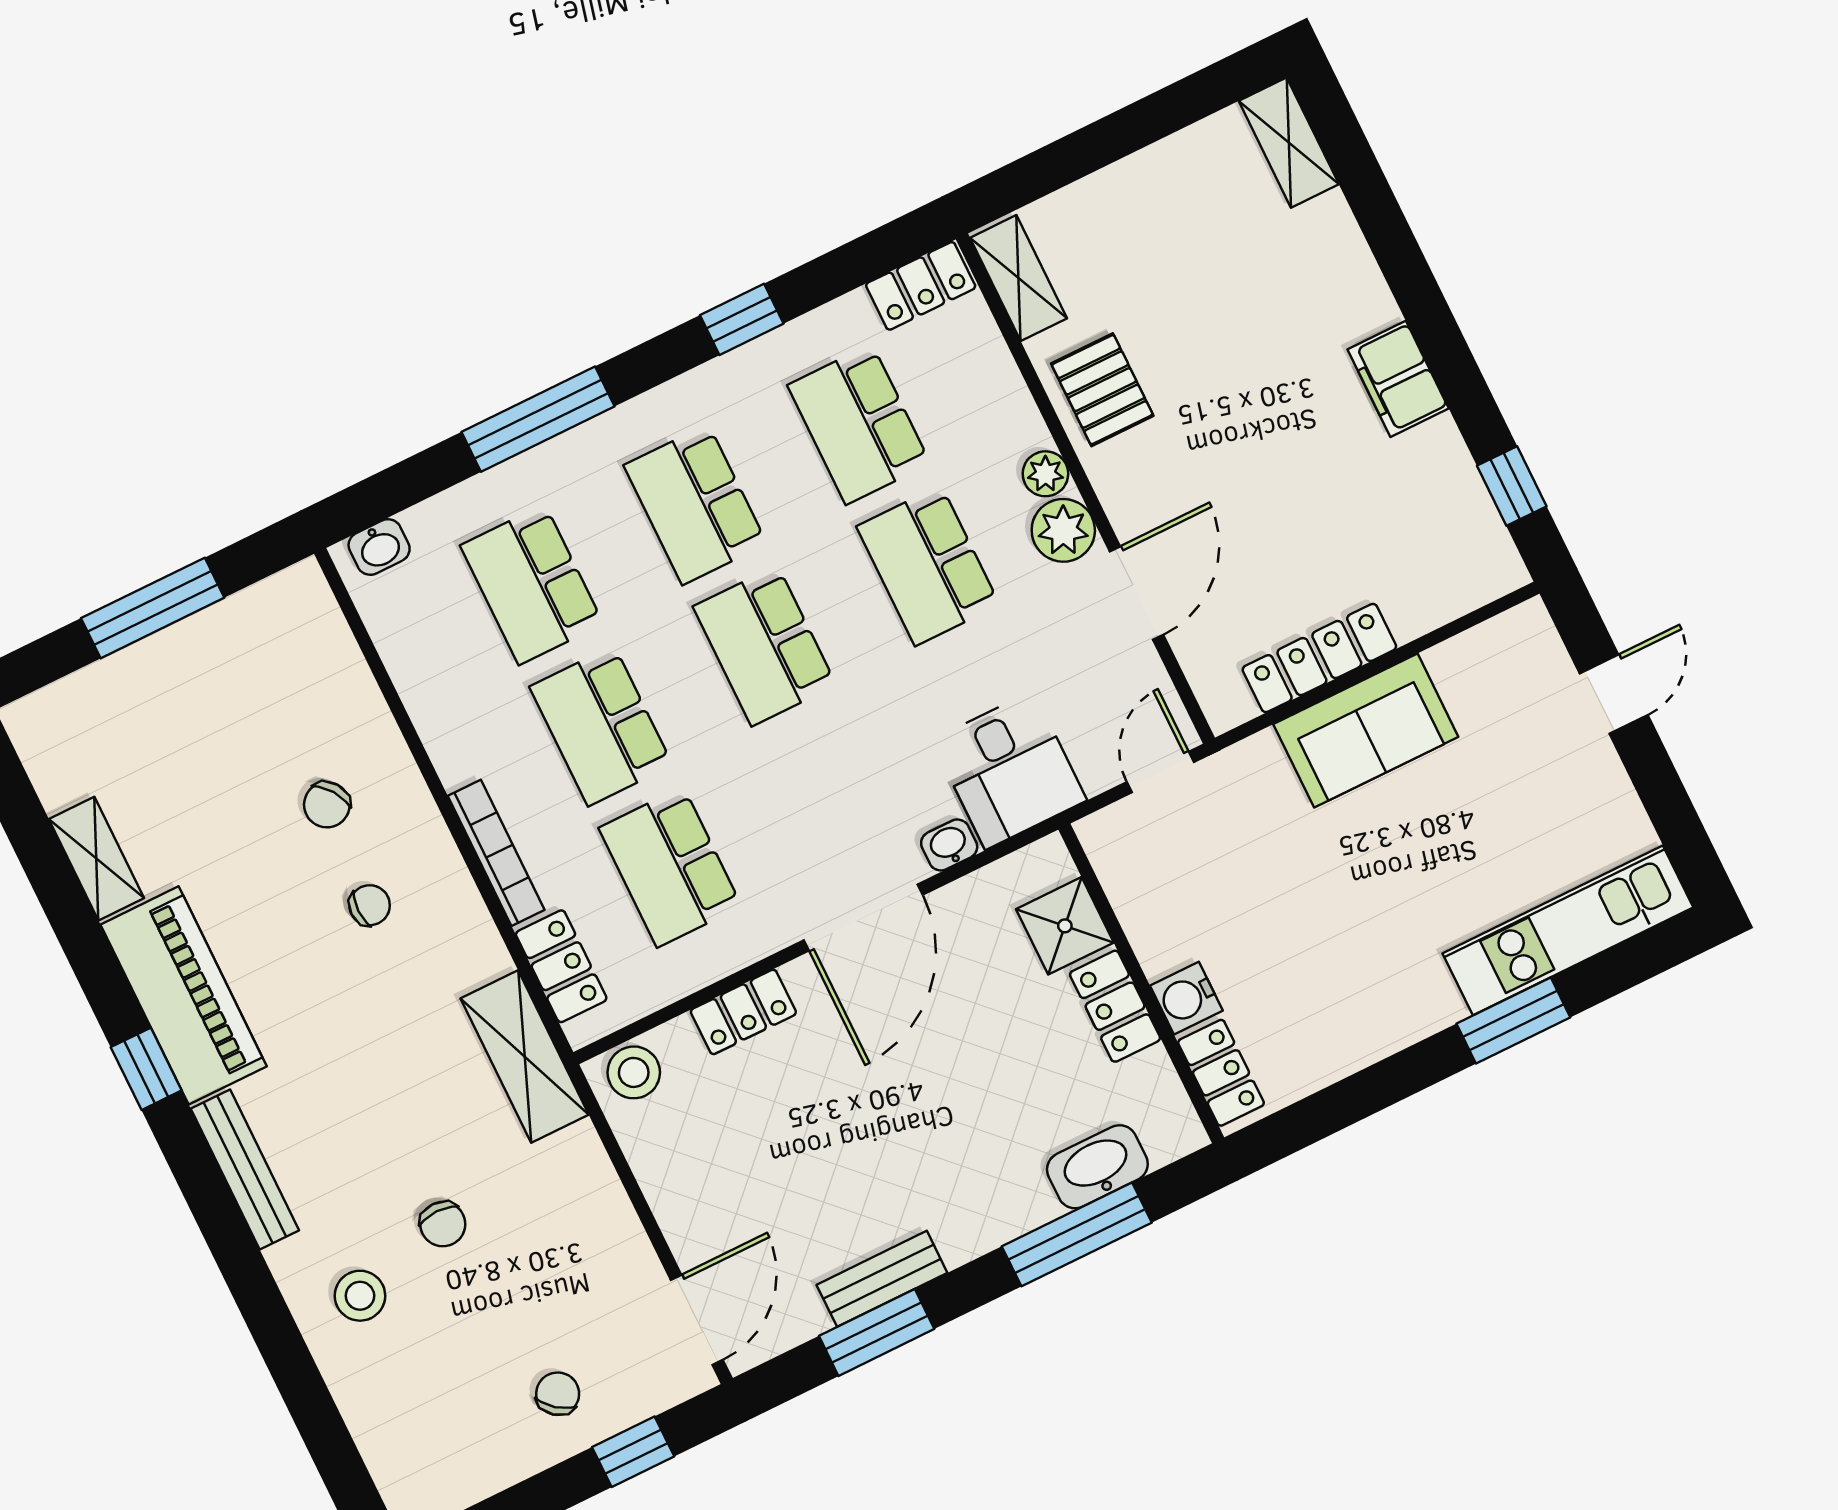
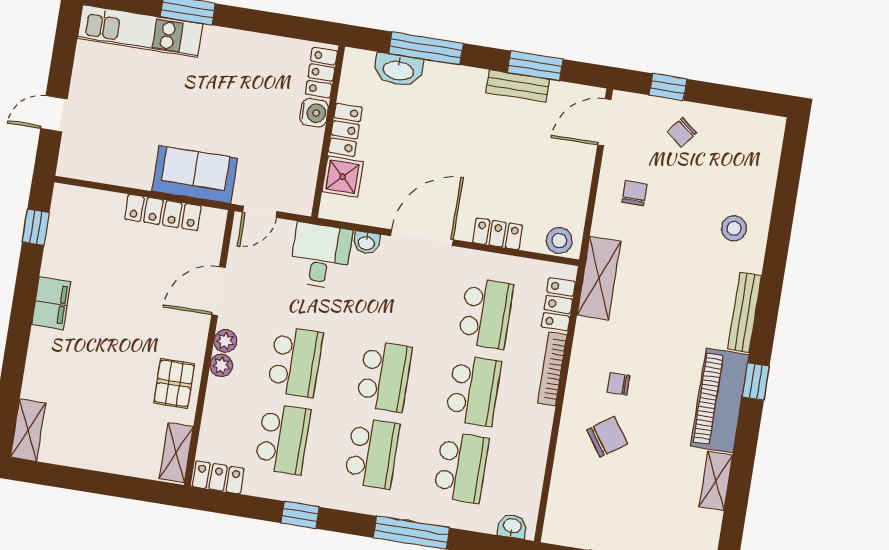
plant: (1063, 530) -> (225, 341), width x0.73, depth x0.73
sofa: (1366, 731) -> (195, 175), moved
chair: (327, 805) -> (607, 437), width x1.37, depth x1.37
chair: (443, 1224) -> (634, 193), moved

